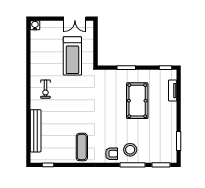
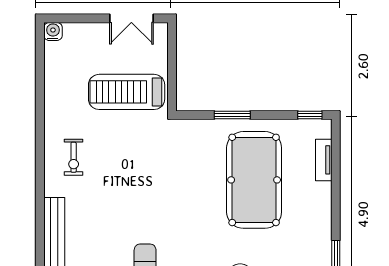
treadmill: (72, 56) -> (127, 92), turned 90
pool table: (137, 101) -> (254, 180), width x1.36, depth x1.32

